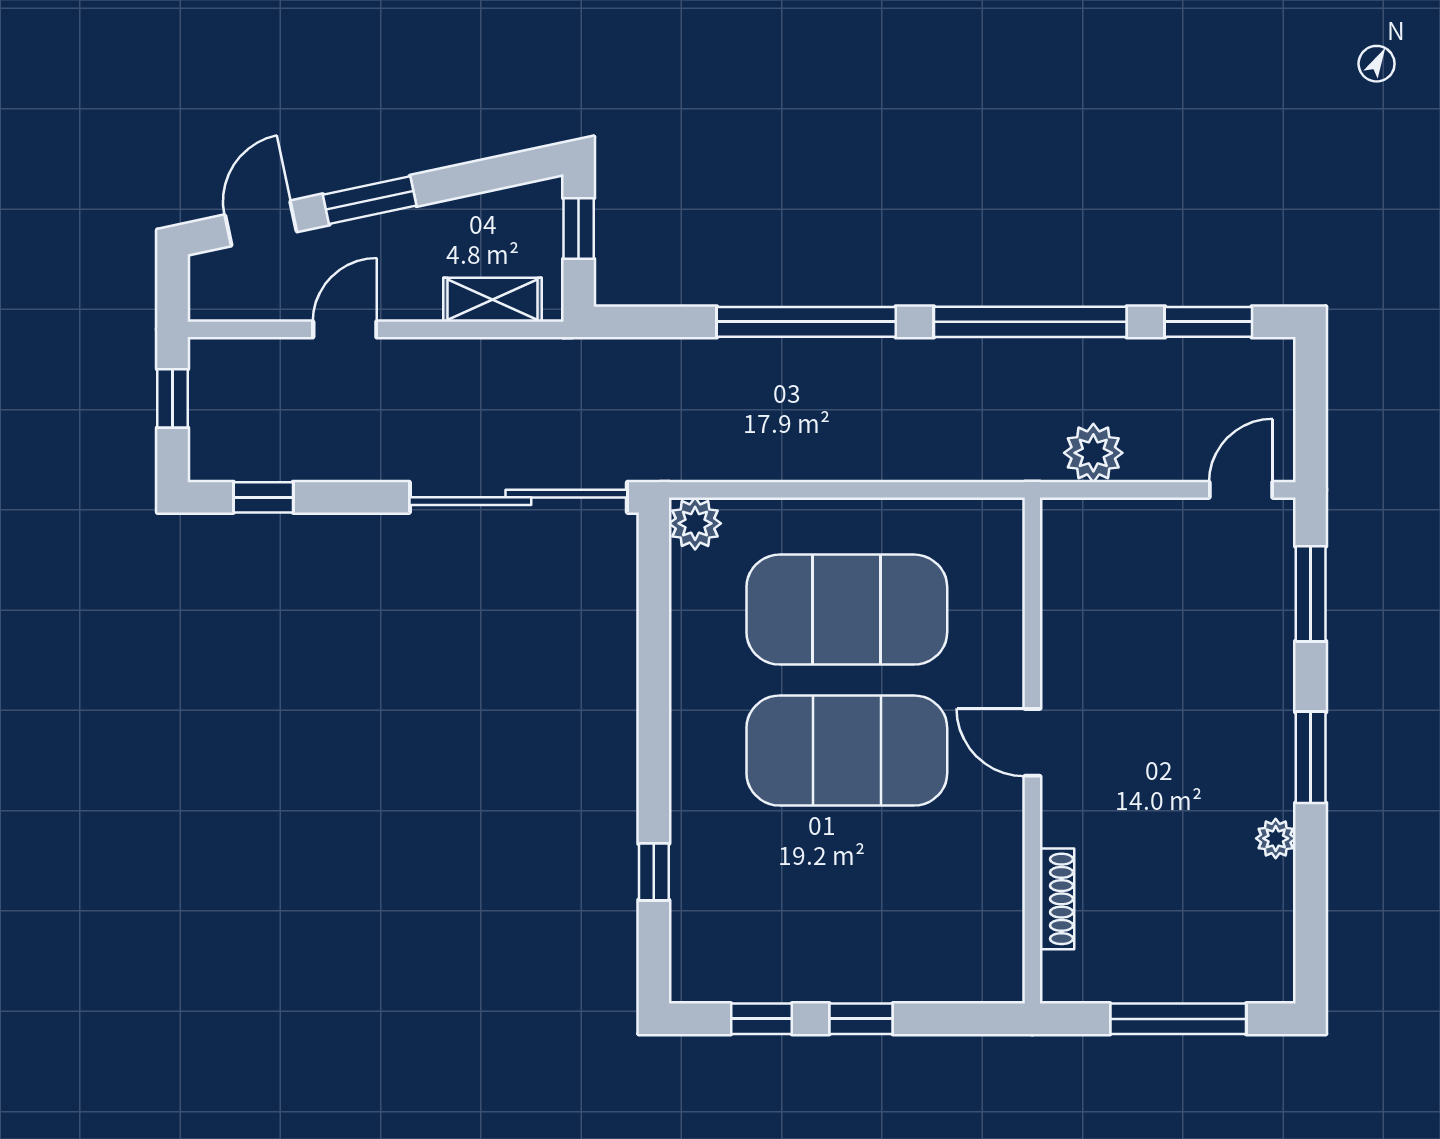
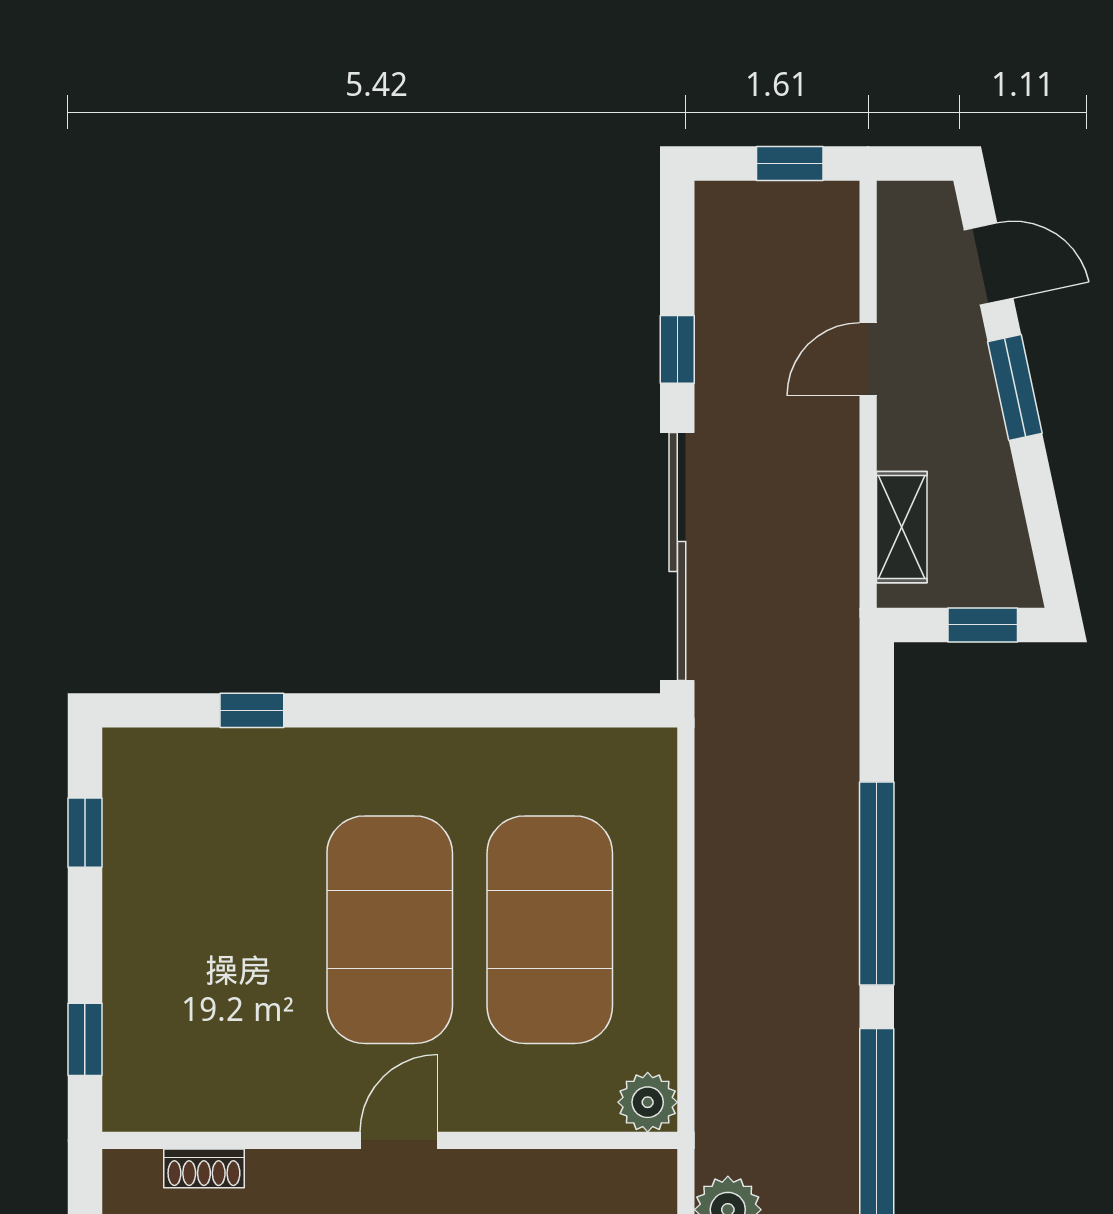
door: (345, 329) -> (868, 359), swing flipped
window: (263, 497) -> (677, 349), moved
plant: (695, 523) -> (648, 1102), moved
shoe rack: (1057, 899) -> (204, 1168), width x0.70
window: (861, 1019) -> (85, 1039), moved

